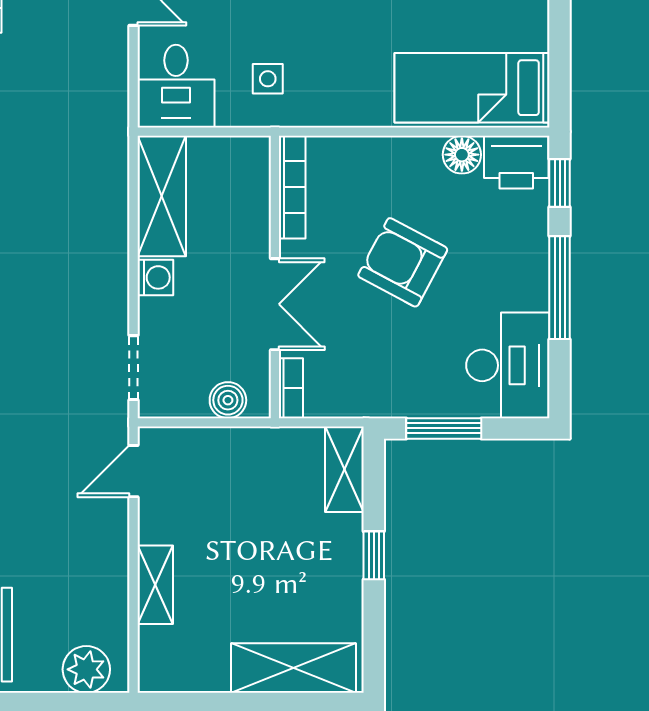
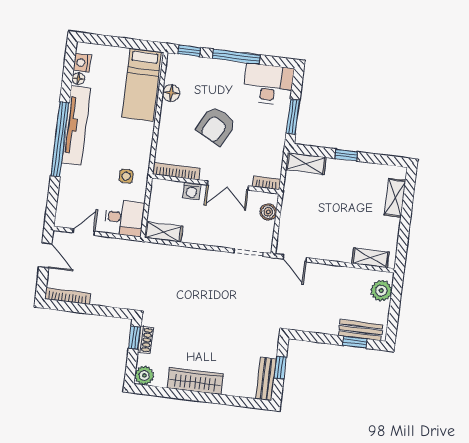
printer: (516, 162) -> (177, 69), removed
shelving: (162, 196) -> (163, 232), width x0.67, depth x0.75
washing machine: (155, 277) -> (192, 191), moved, turned 180
double door: (275, 304) -> (228, 185), swing flipped
shelving: (155, 585) -> (370, 258), moved
shelving: (293, 668) -> (395, 198), width x0.67, depth x0.75

